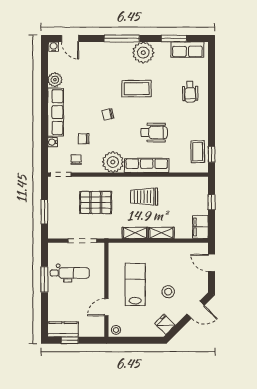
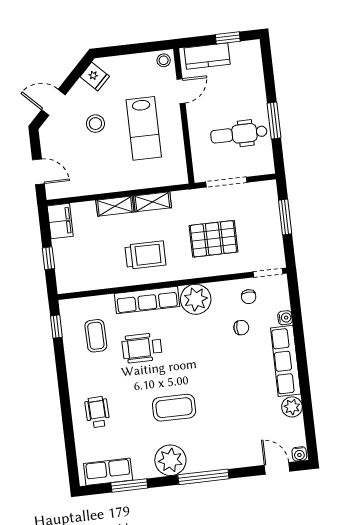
chair: (108, 115) -> (211, 366), removed
coffee table: (198, 152) -> (96, 336), moved
kitchen counter: (63, 329) -> (207, 56), moved

